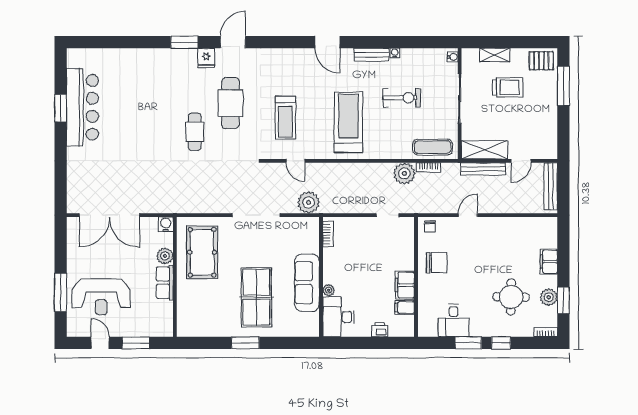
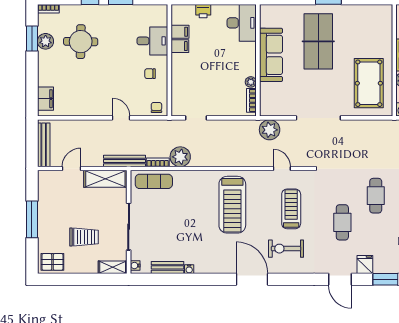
door: (233, 42) -> (340, 279), hinge flipped
door: (327, 42) -> (252, 279), width x1.36
bench: (371, 55) -> (167, 267), moved
shelving: (495, 55) -> (113, 267), moved
window: (563, 86) -> (32, 219), moved
trolley: (507, 87) -> (84, 237), turned 180
exercise bike: (402, 98) -> (286, 249), moved
cafe table: (230, 103) -> (342, 222), width x0.73, depth x0.74
bench: (483, 169) -> (124, 161), moved
door: (468, 215) -> (121, 118), swing flipped
filing cabinet: (549, 262) -> (45, 99), moved
chair: (437, 263) -> (150, 74), width x0.54, depth x0.54
filing cabinet: (405, 285) -> (180, 46), width x0.50
plant: (329, 290) -> (251, 82), moved
desk: (454, 321) -> (152, 41), moved, turned 90

